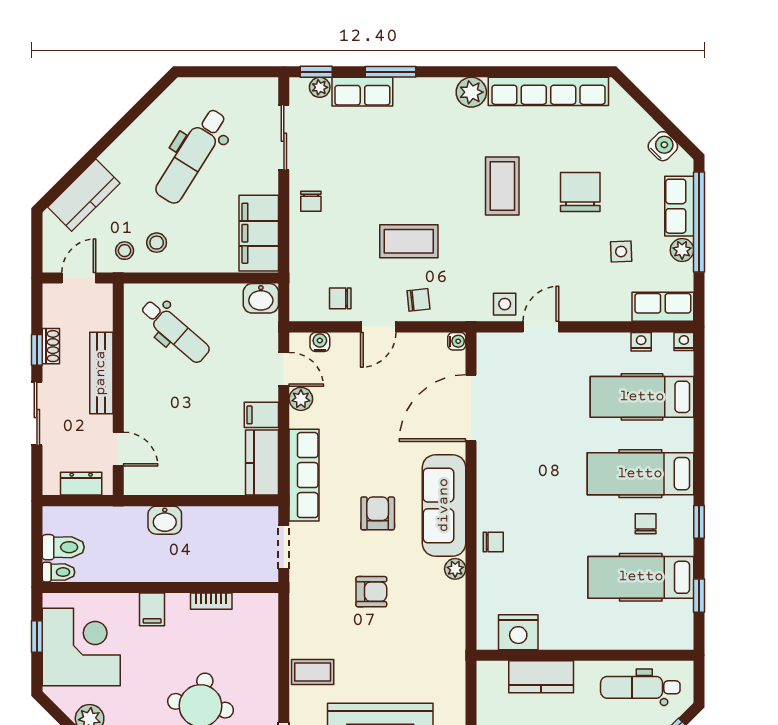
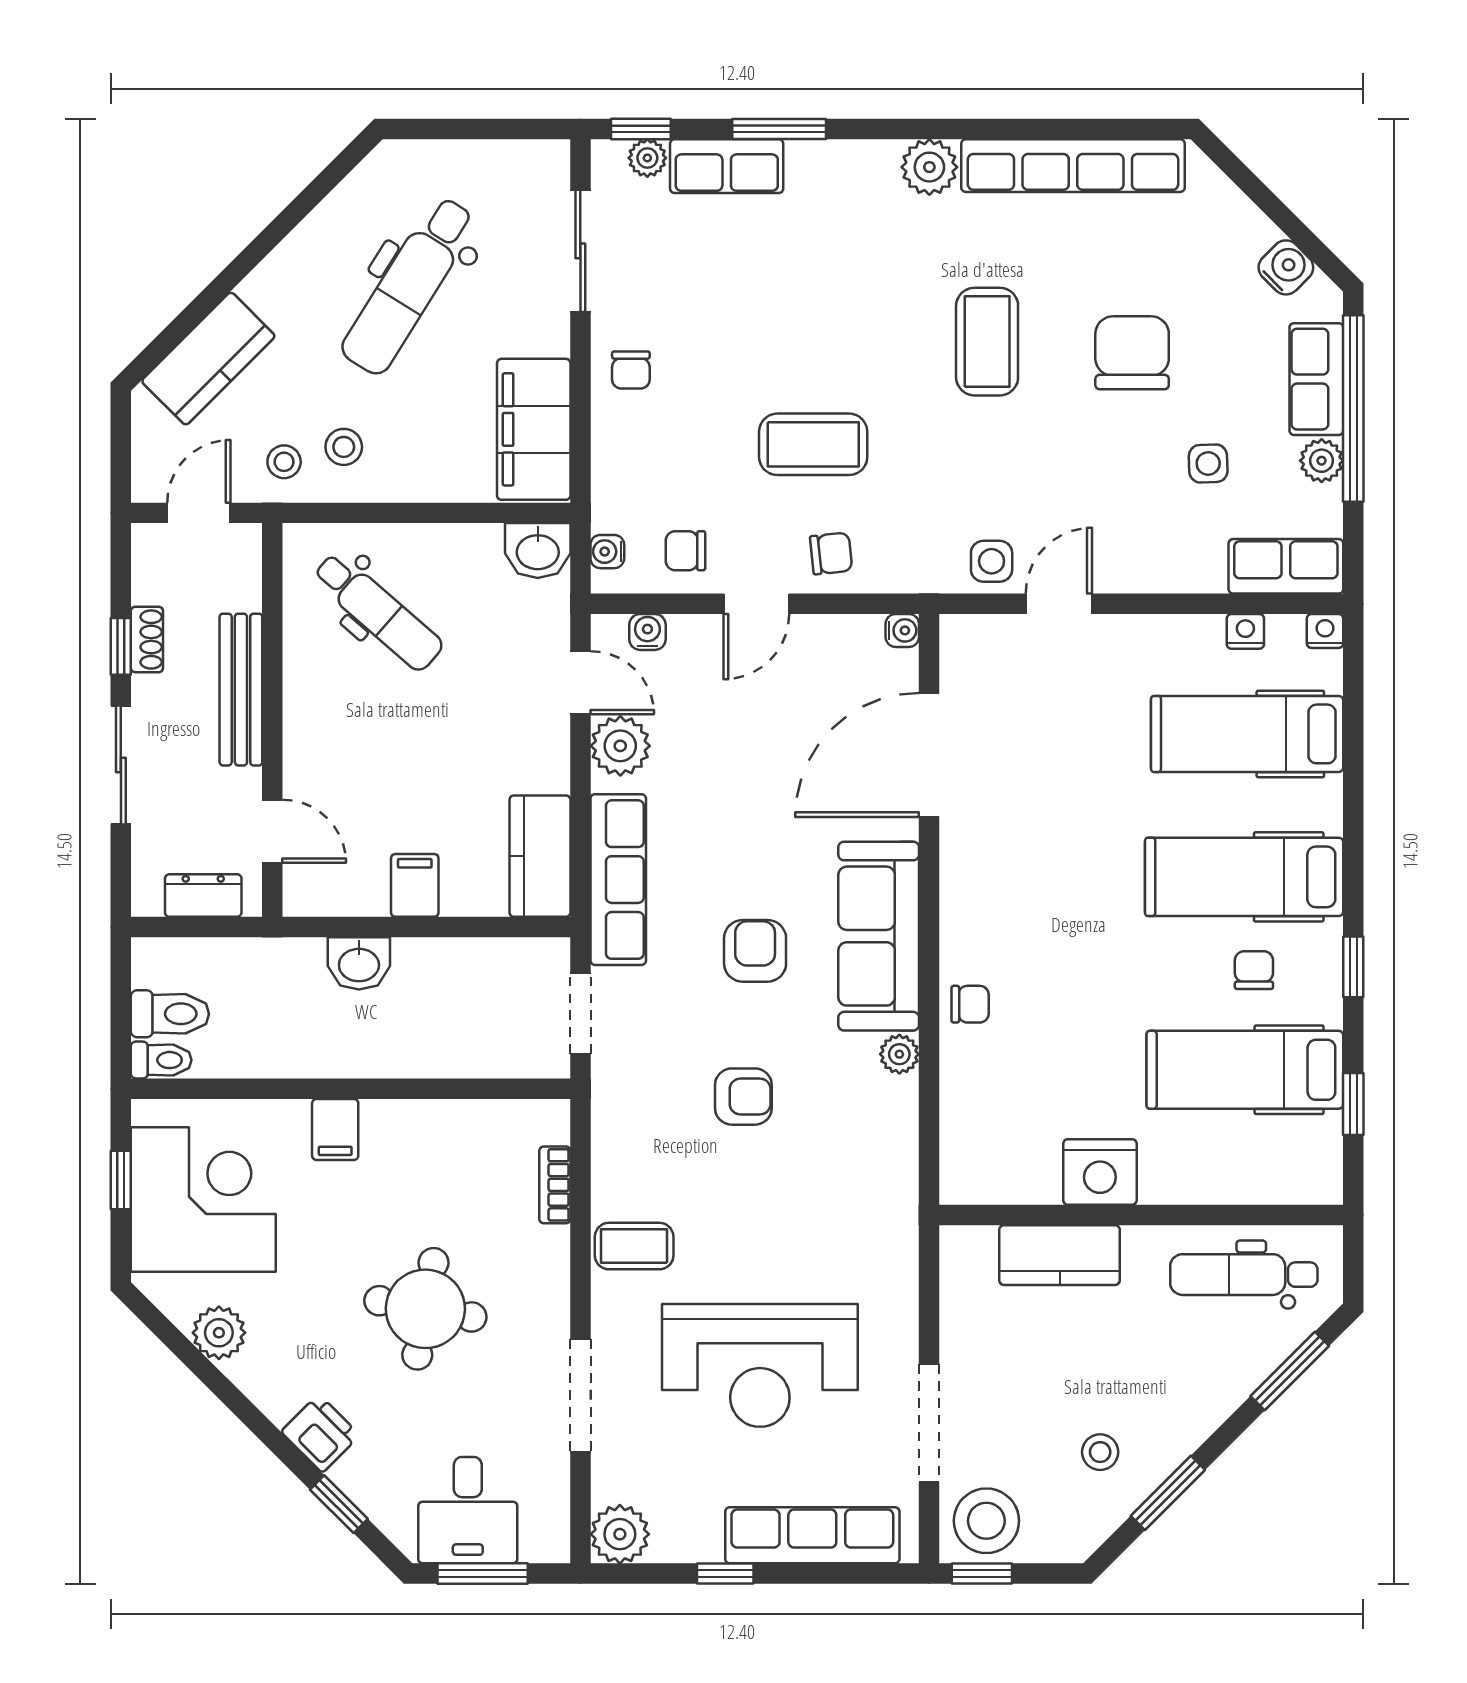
water cooler: (298, 299) -> (607, 552), added
plant: (301, 399) -> (620, 746), width x1.38, depth x1.38
filing cabinet: (261, 415) -> (415, 885), moved, turned 90
bookcase: (211, 601) -> (555, 1185), moved, turned 90
nightstand: (518, 632) -> (1100, 1172), moved

